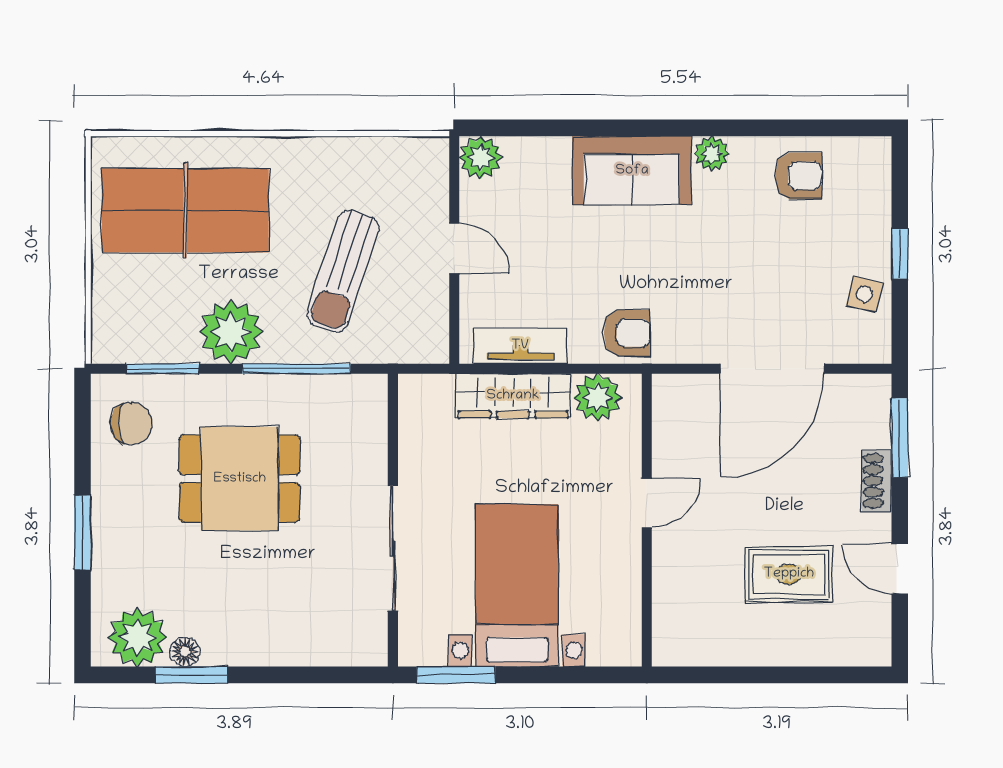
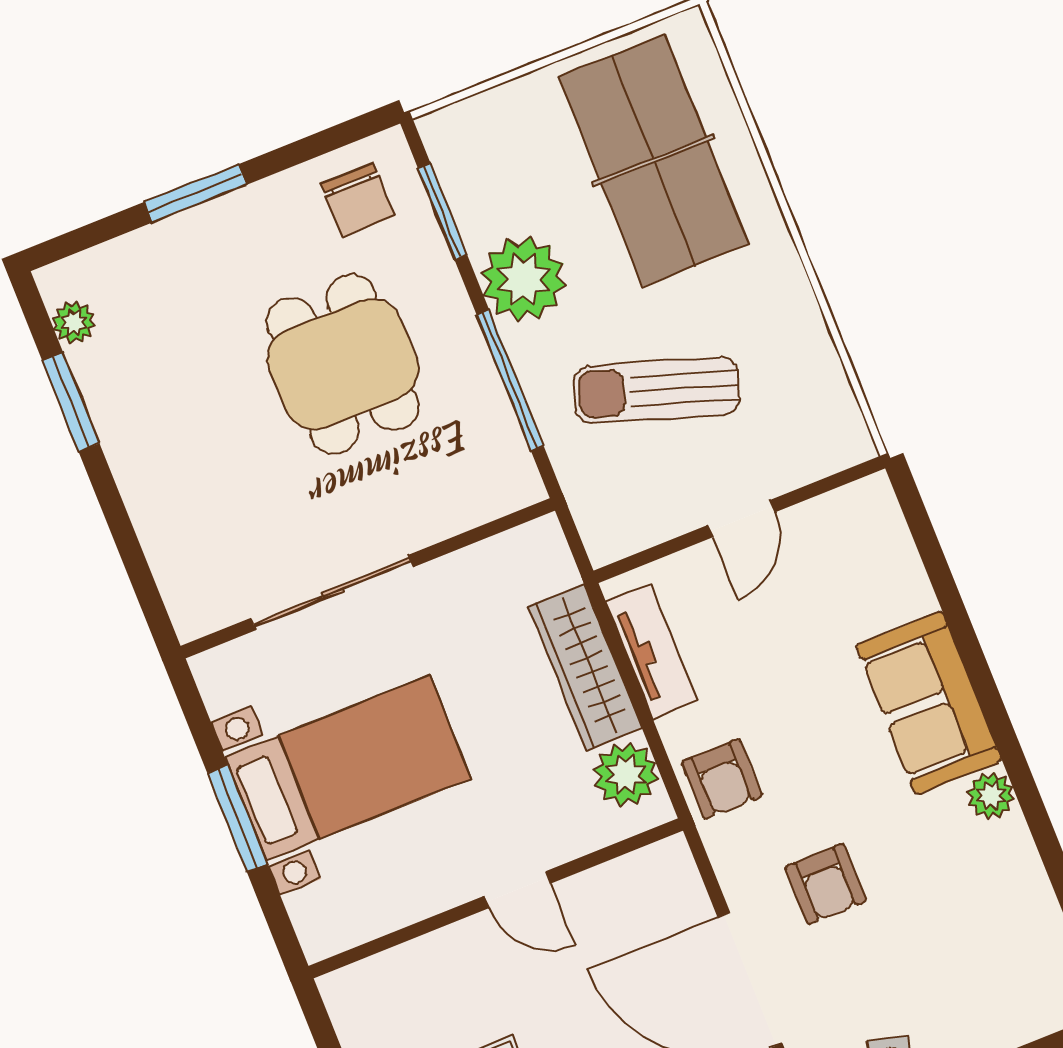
plant: (481, 158) -> (869, 506), removed
armchair: (799, 176) -> (826, 884), moved
plant: (137, 637) -> (74, 322), width x0.53, depth x0.53
floor lamp: (185, 652) -> (97, 383), removed
window: (456, 675) -> (237, 818), moved

